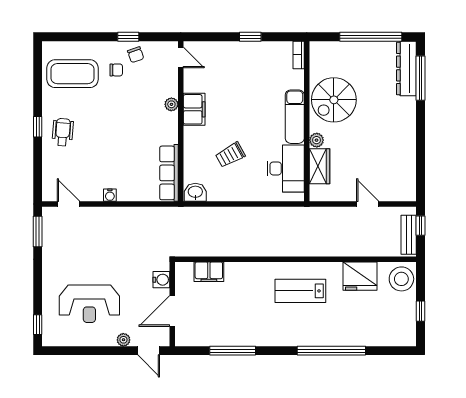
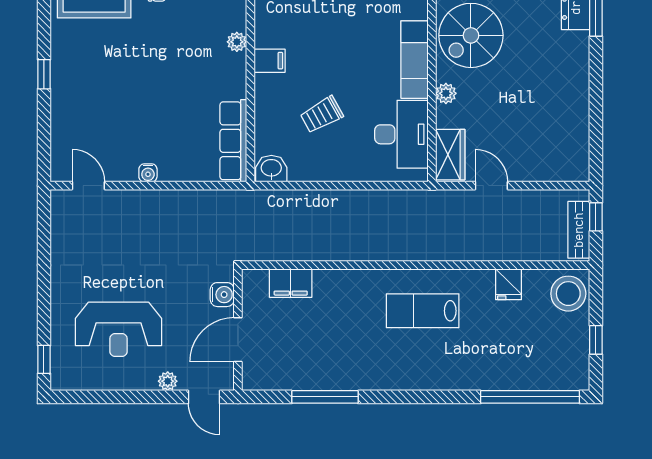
filing cabinet: (194, 109) -> (270, 61), width x0.50
wheelchair: (63, 132) -> (80, 82), removed
wardrobe: (319, 166) -> (450, 155), moved
door: (368, 204) -> (491, 186), moved
window: (38, 232) -> (44, 225), removed
fridge: (360, 276) -> (508, 284), width x0.53, depth x0.75
window: (331, 351) -> (530, 397), moved

